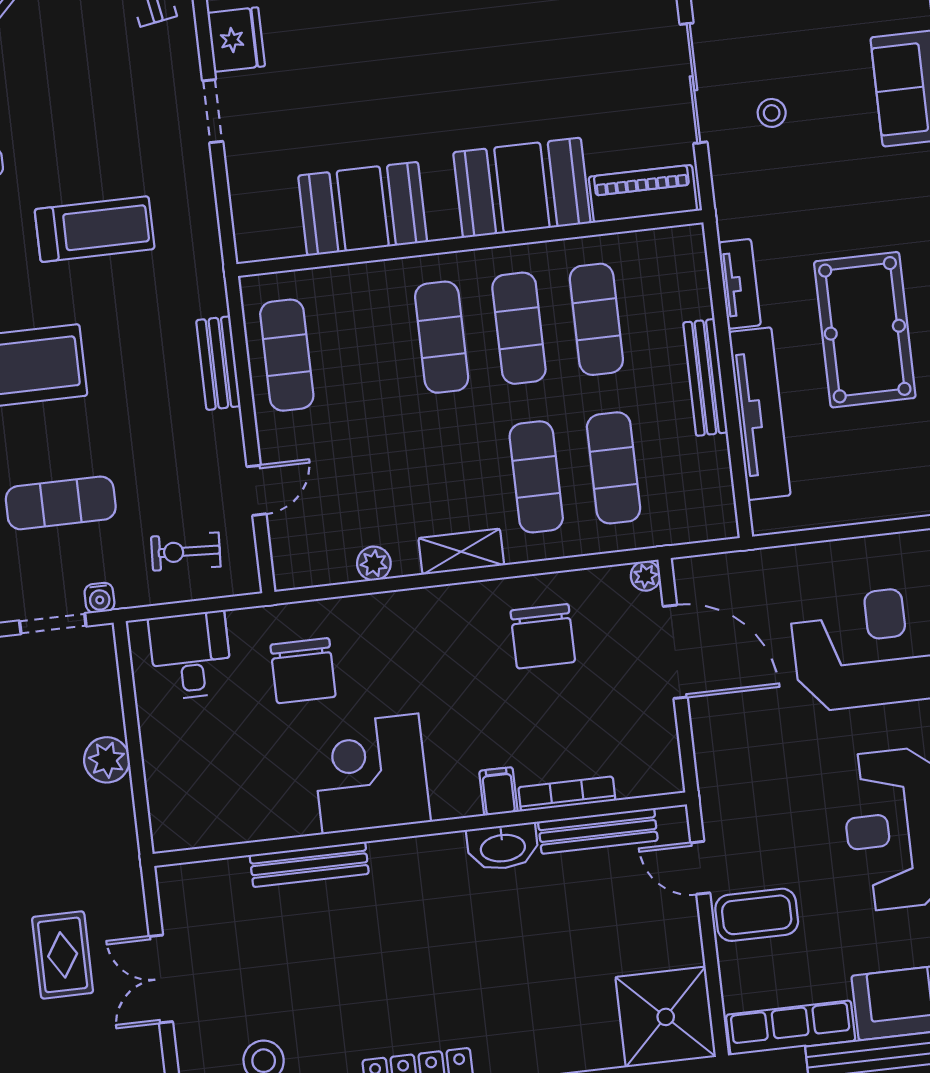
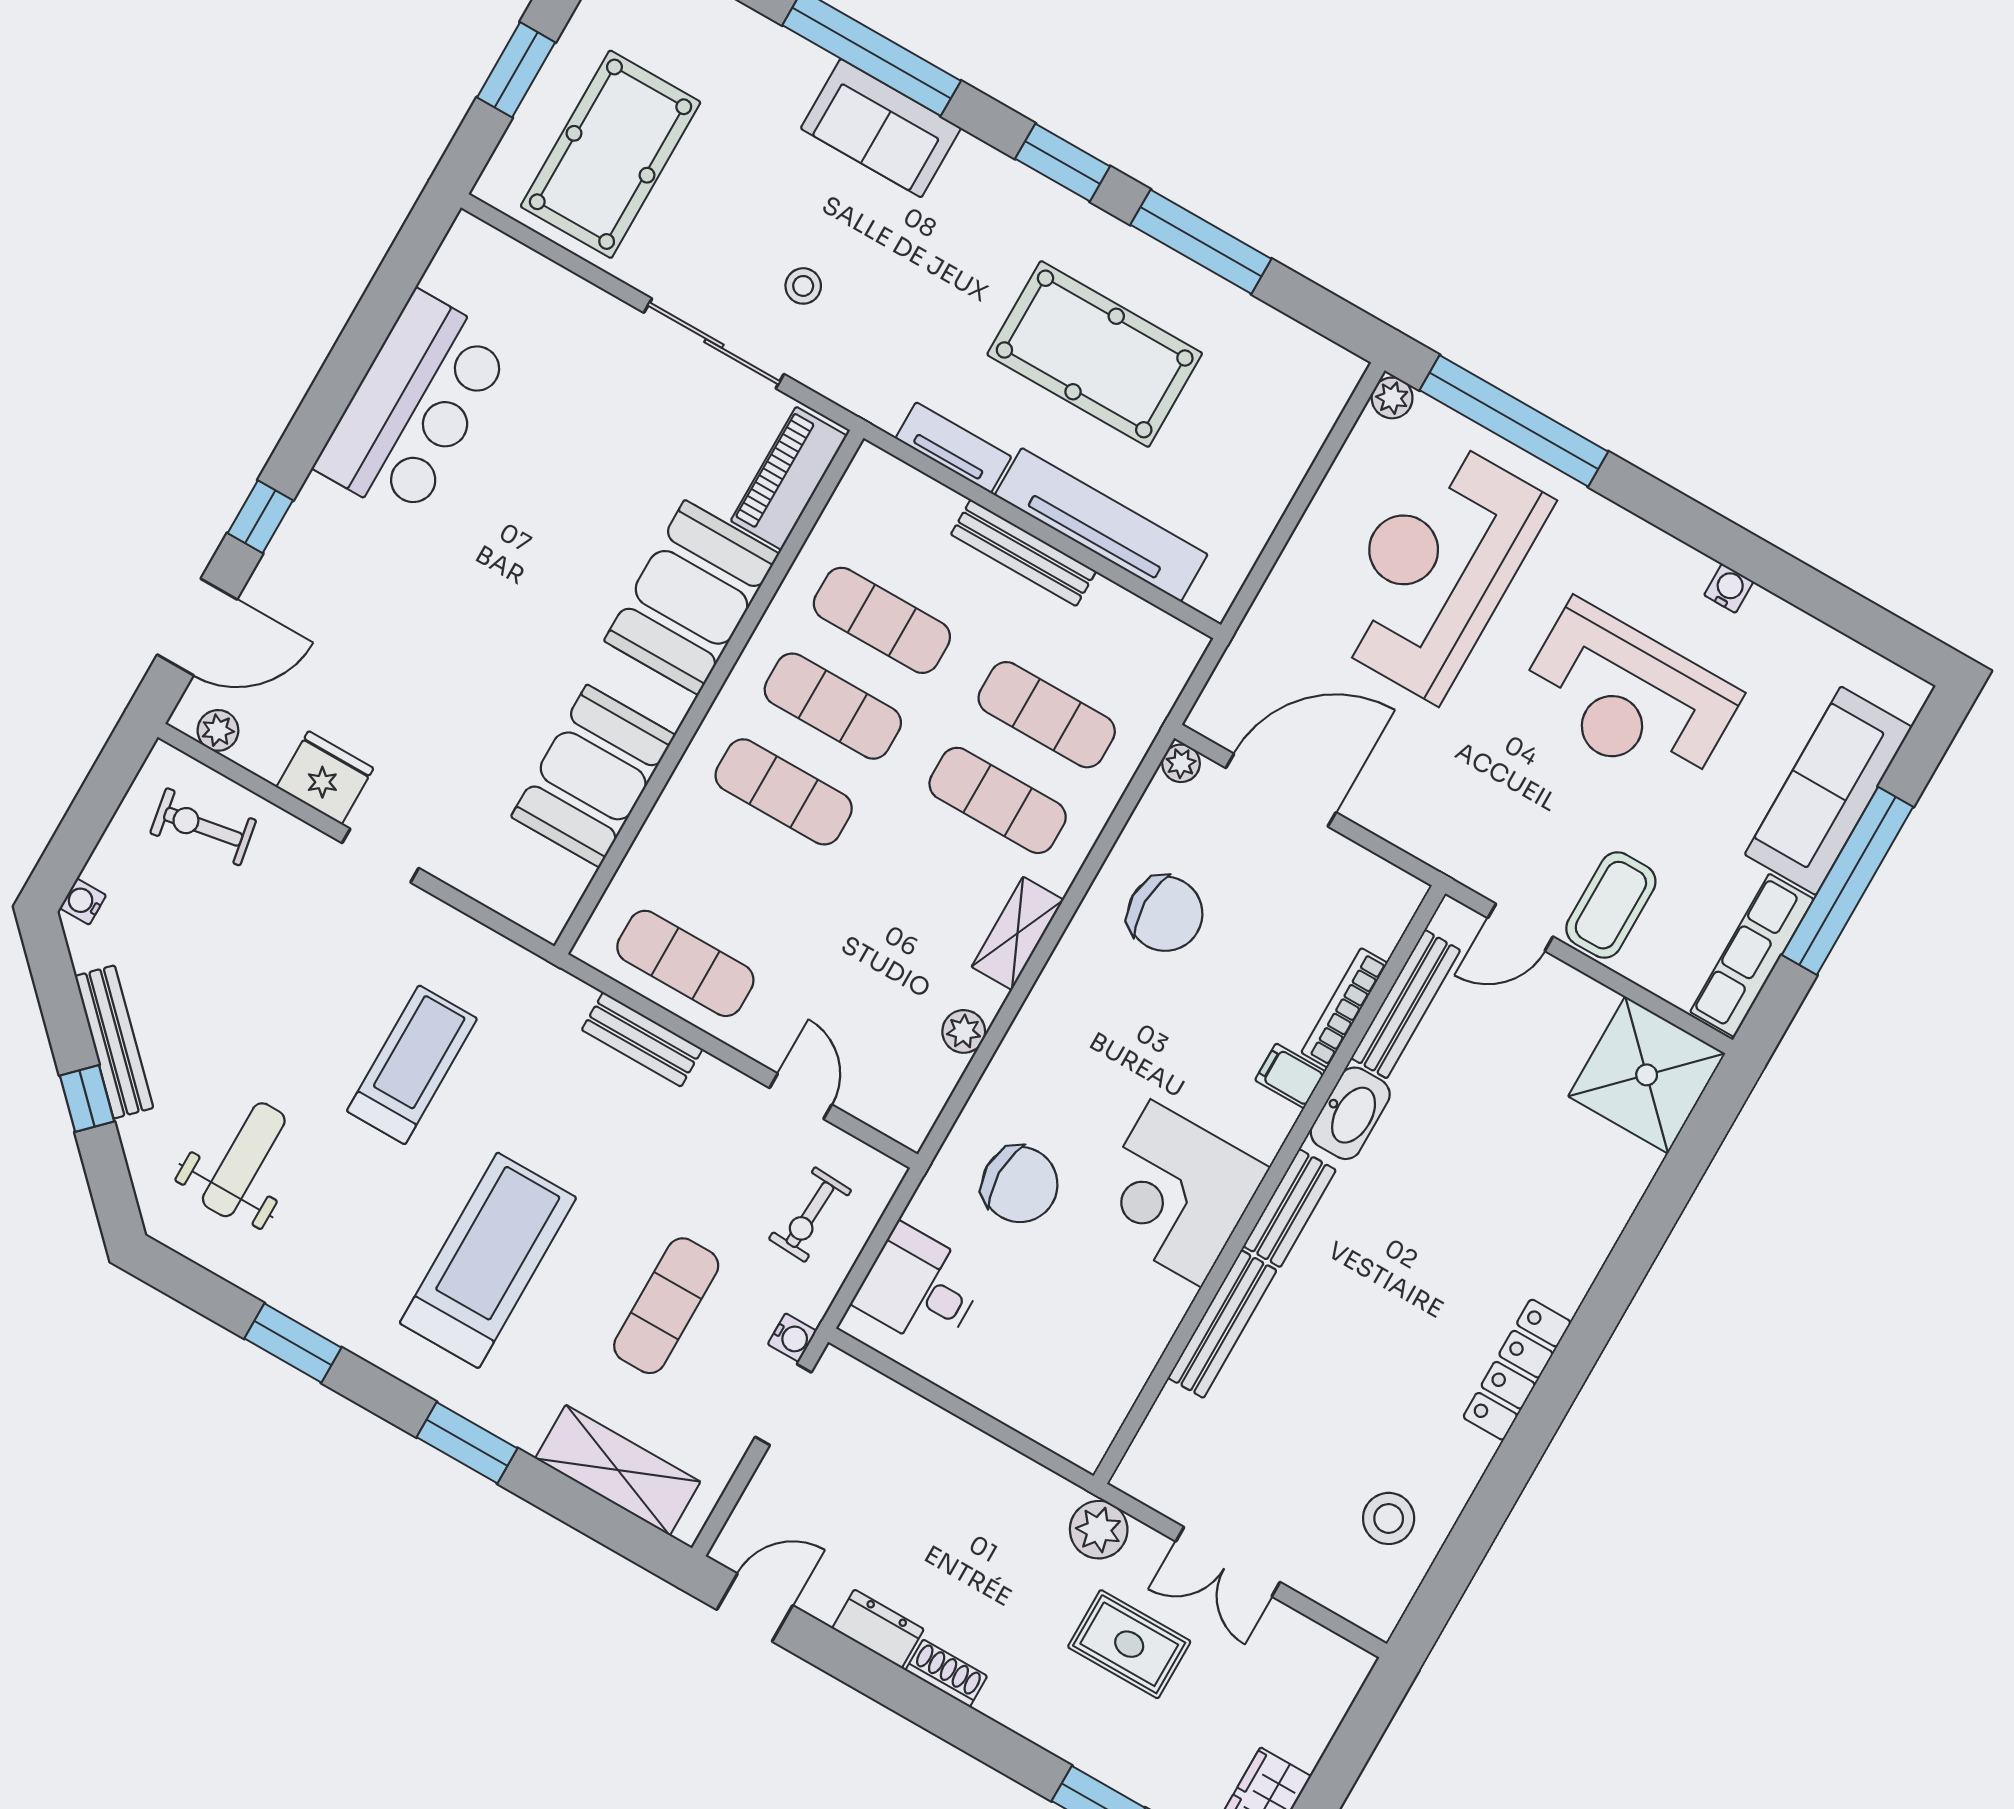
plant: (107, 760) -> (1099, 1530), moved
bench: (414, 853) -> (1290, 1208), added

